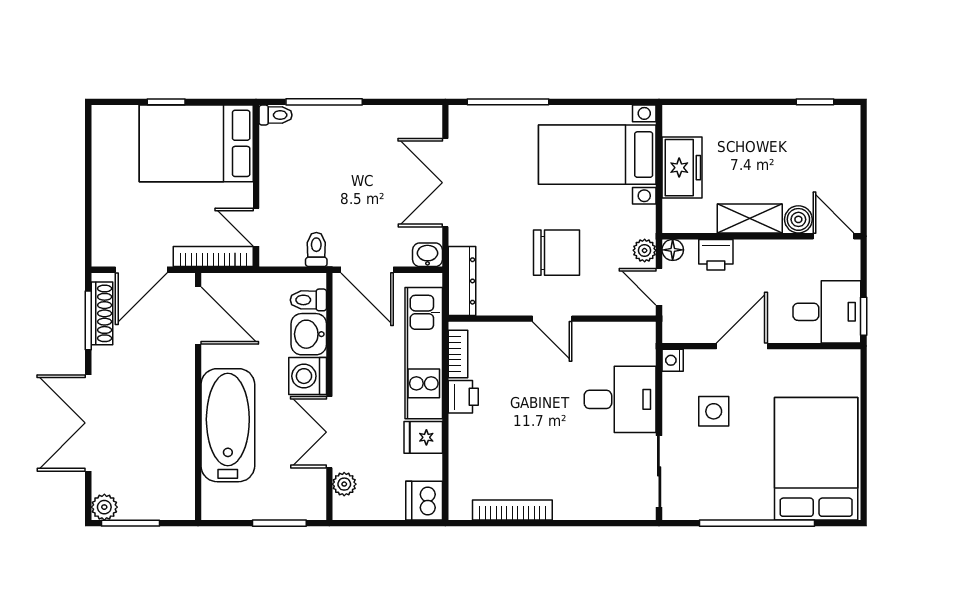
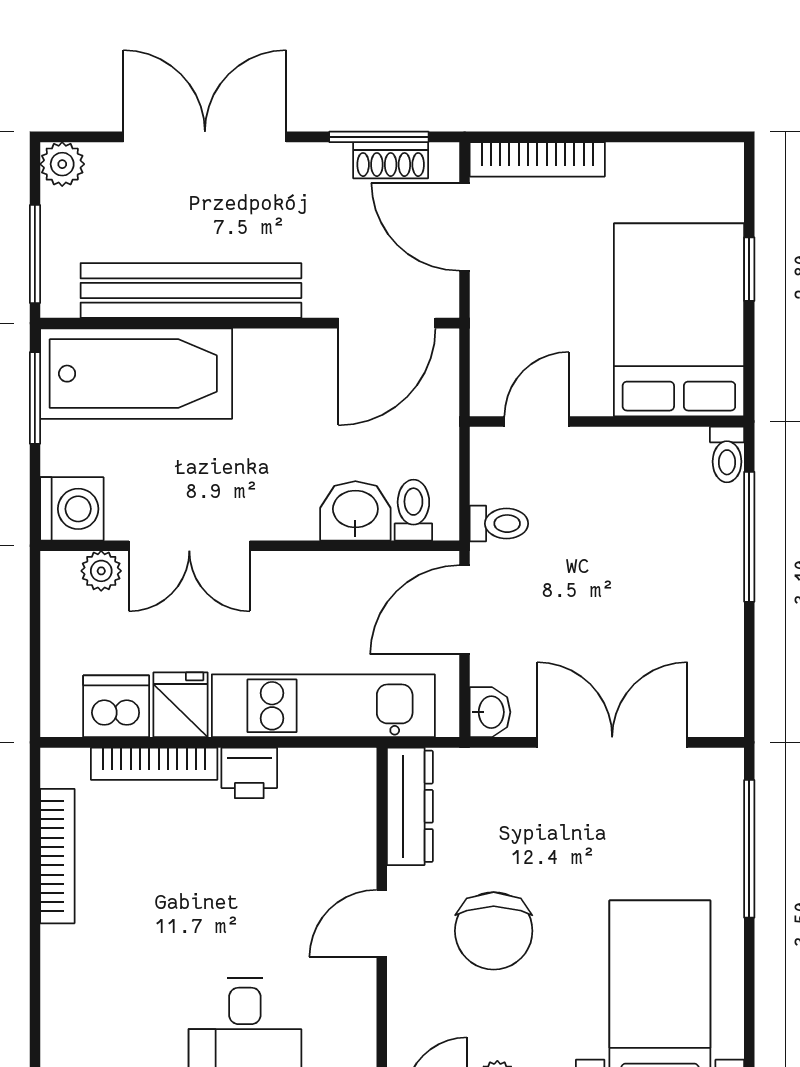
bookcase: (213, 257) -> (537, 159), moved, turned 90
dresser: (462, 281) -> (410, 806), moved, turned -90
shoe rack: (102, 313) -> (391, 160), width x0.70
bookcase: (458, 354) -> (154, 764), moved, width x1.56
washing machine: (308, 376) -> (72, 509), moved, turned 90
bathtub: (228, 425) -> (136, 374), moved
bench: (179, 431) -> (191, 291), added
double door: (329, 432) -> (189, 546), swing flipped
dishwasher: (424, 501) -> (116, 706), moved
window: (130, 523) -> (35, 254), moved
window: (279, 523) -> (35, 398), moved

